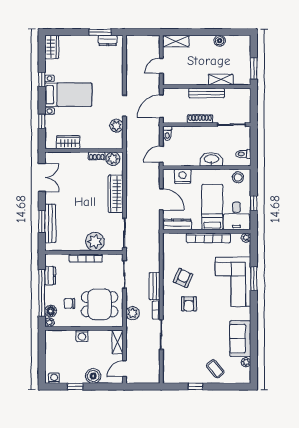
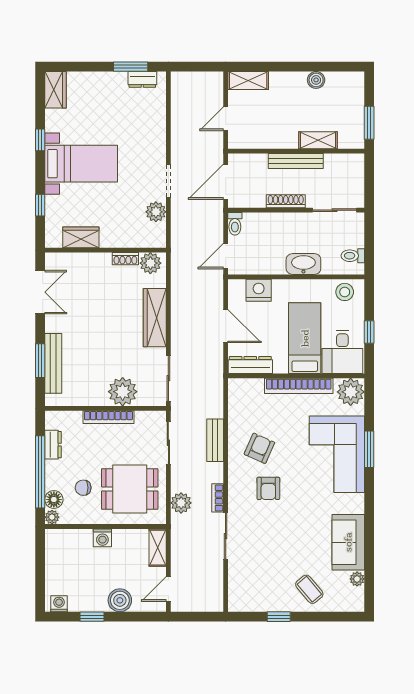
plant: (246, 238) -> (351, 392), width x1.88, depth x1.88
bench: (155, 286) -> (215, 440), moved

